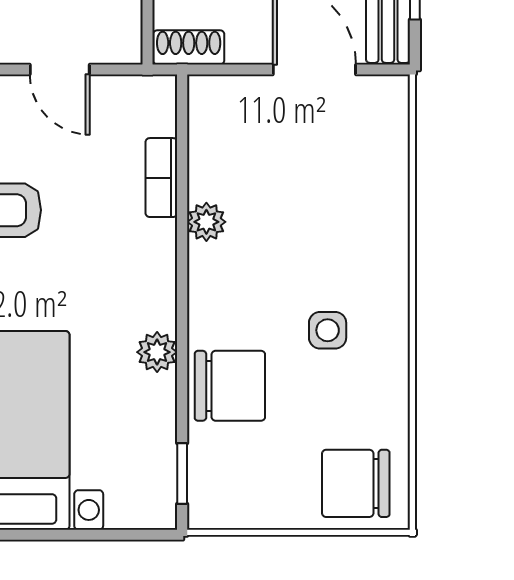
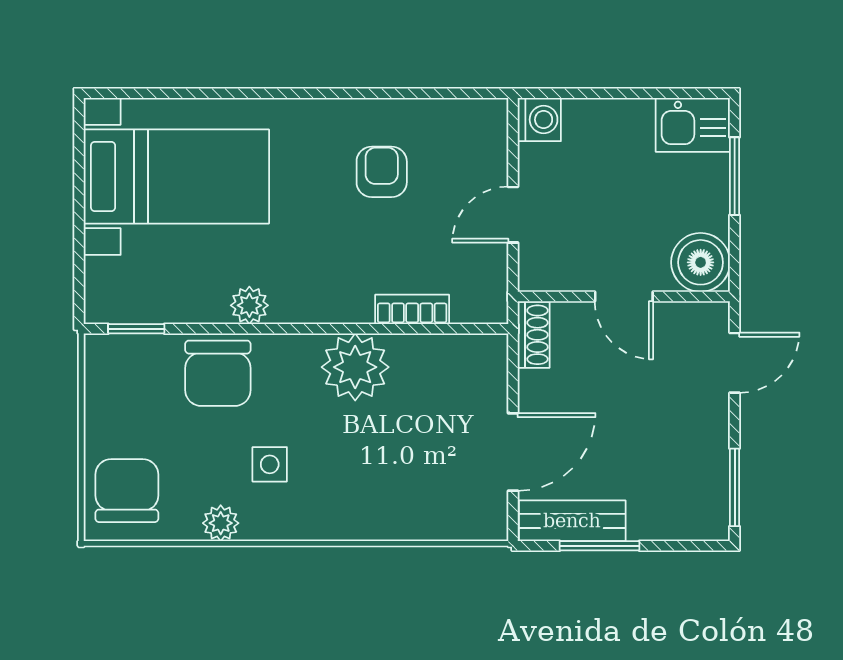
plant: (206, 222) -> (355, 367), width x1.88, depth x1.88
plant: (391, 383) -> (221, 523), added

